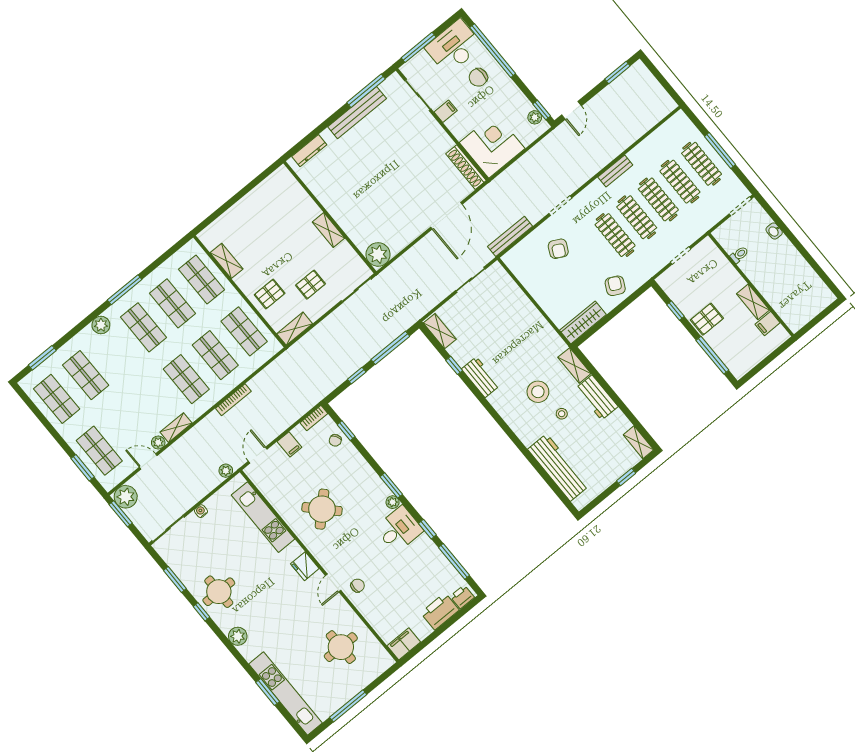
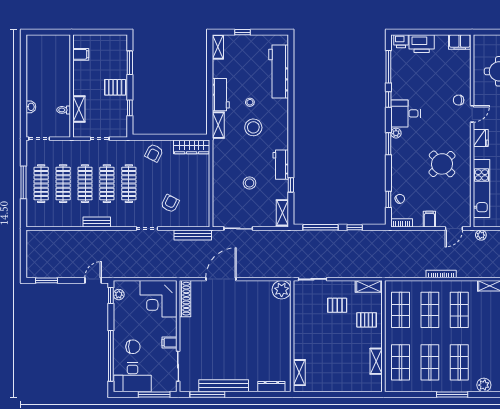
shelving: (328, 230) -> (299, 373), moved
shelving: (753, 302) -> (79, 109), moved
stool: (496, 334) -> (250, 183), added
window: (712, 355) -> (130, 63), width x0.69

